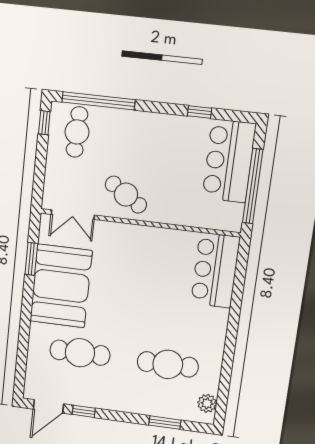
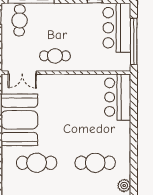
cafe table: (126, 195) -> (55, 56), turned -33

